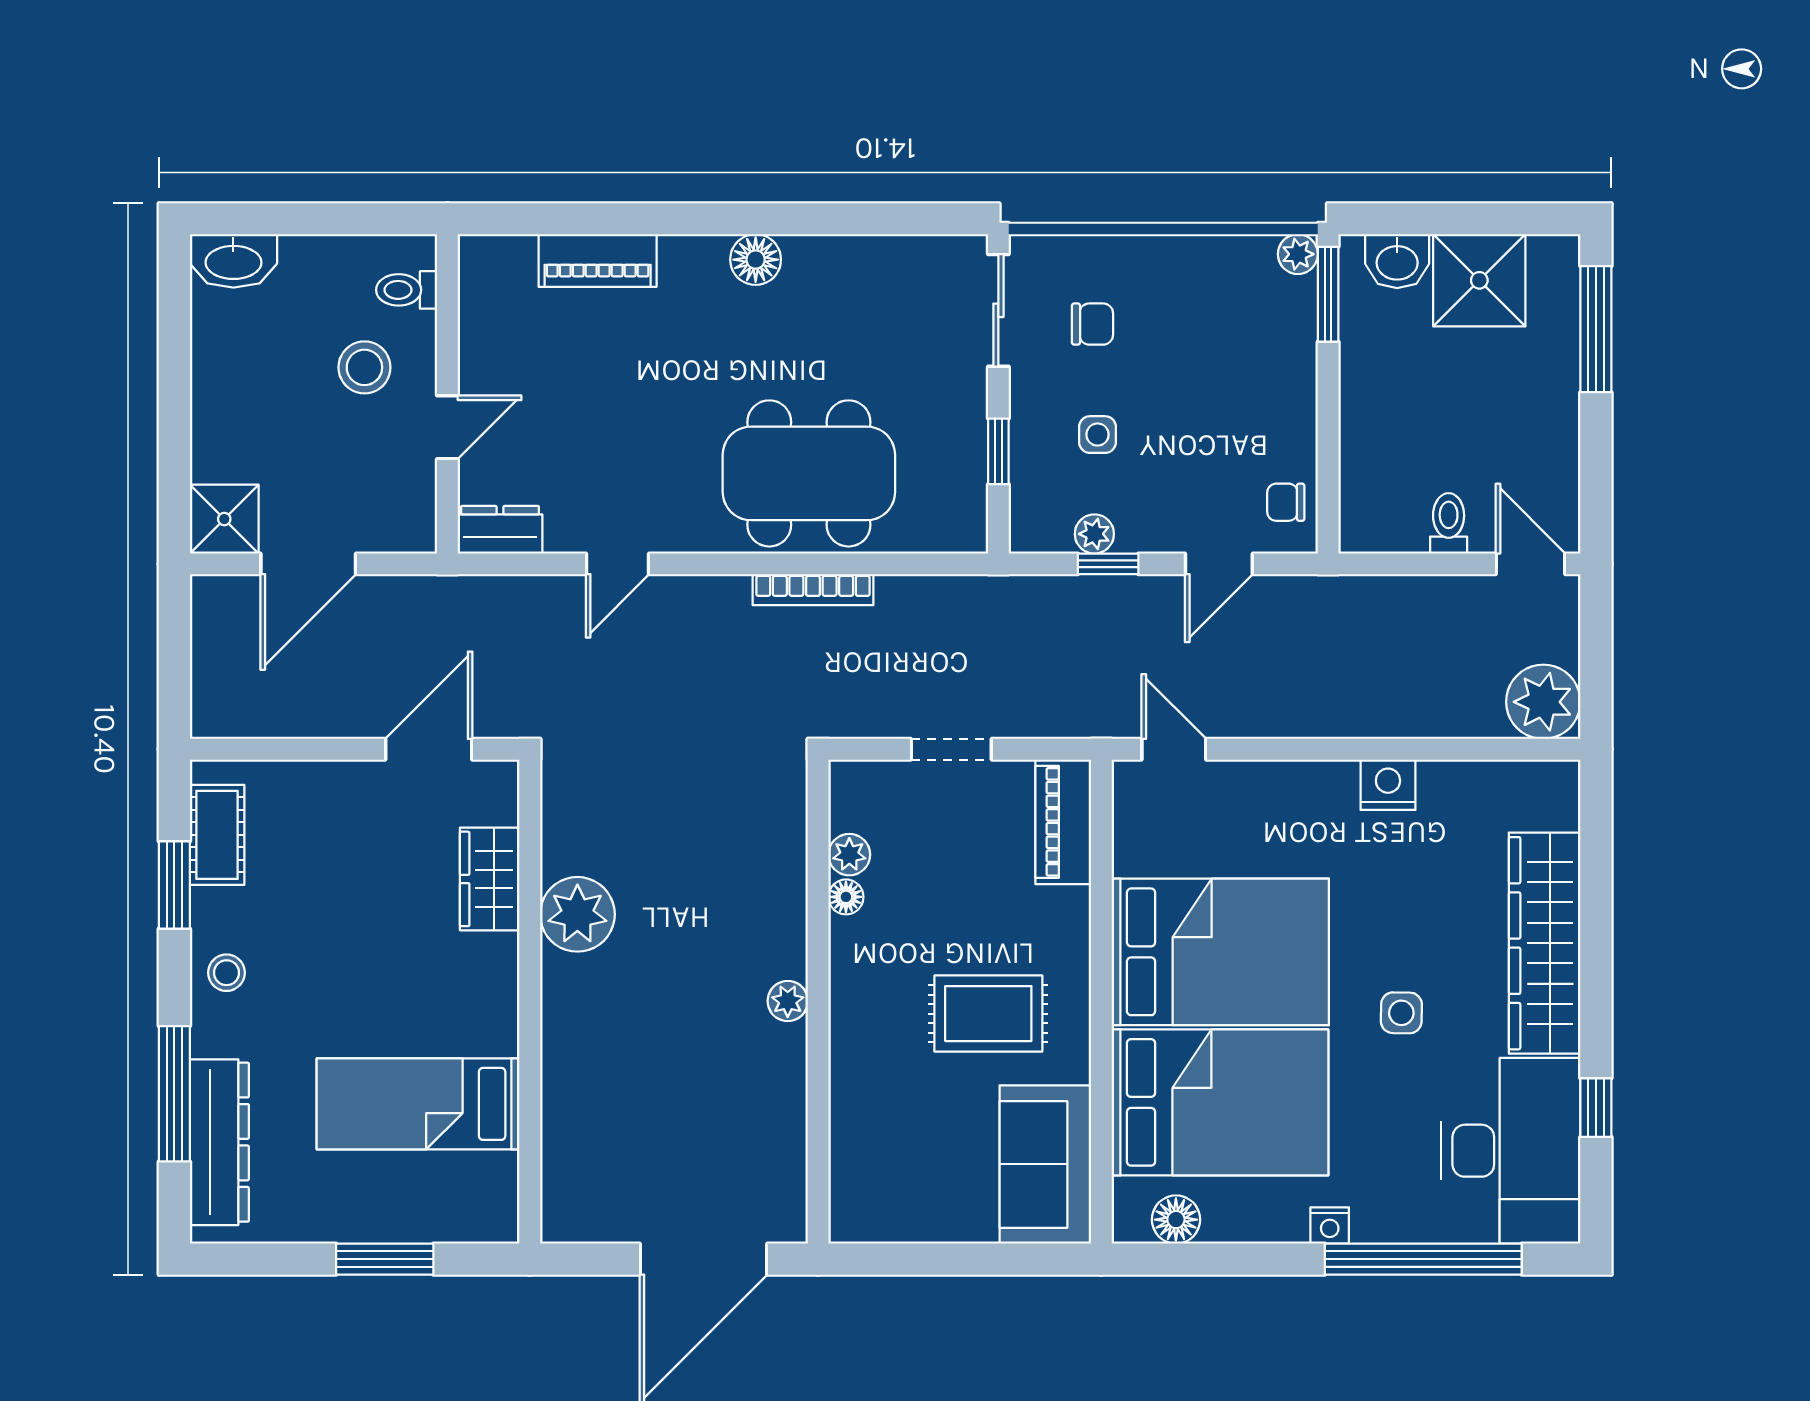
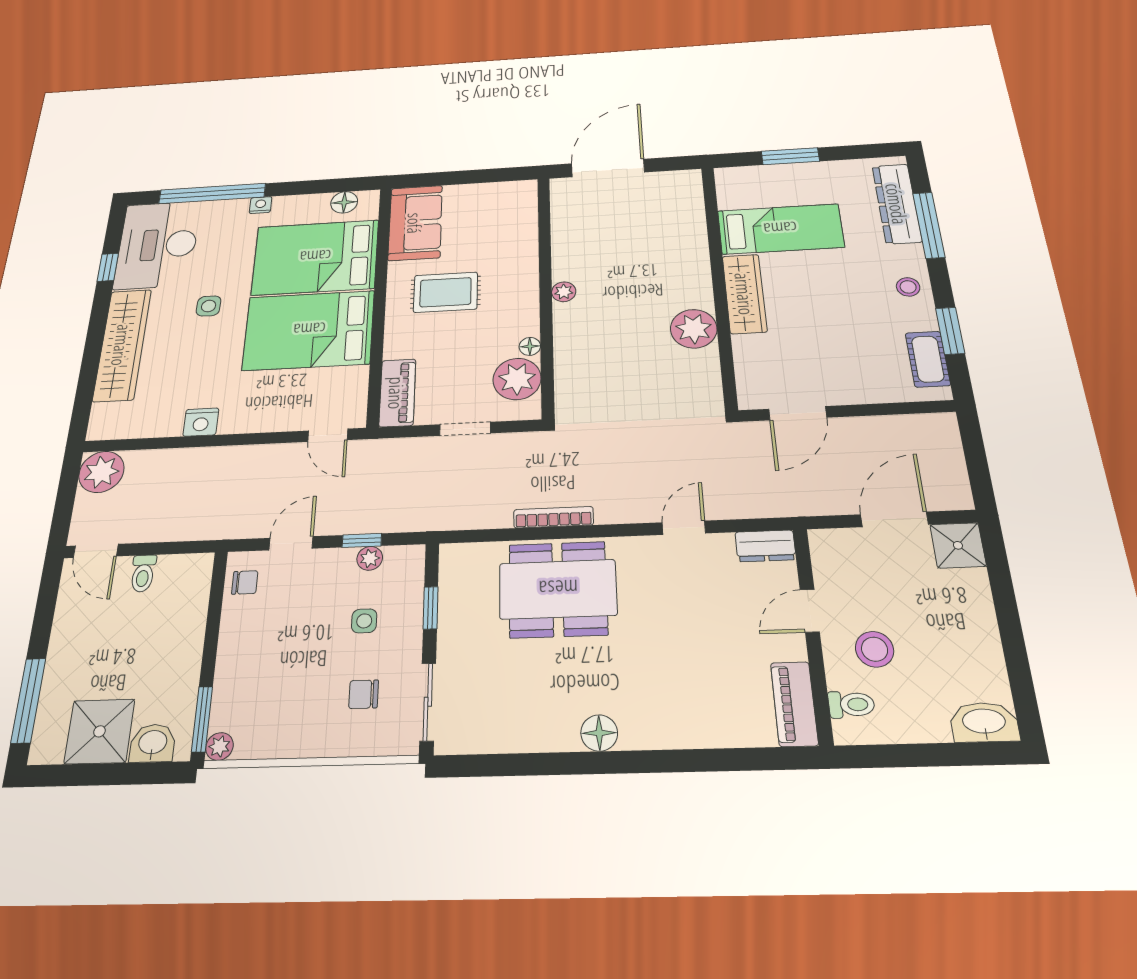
piano: (598, 261) -> (794, 704), moved, turned -90
plant: (849, 855) -> (517, 379), width x1.88, depth x1.88
wardrobe: (490, 879) -> (745, 294), moved, width x1.50

